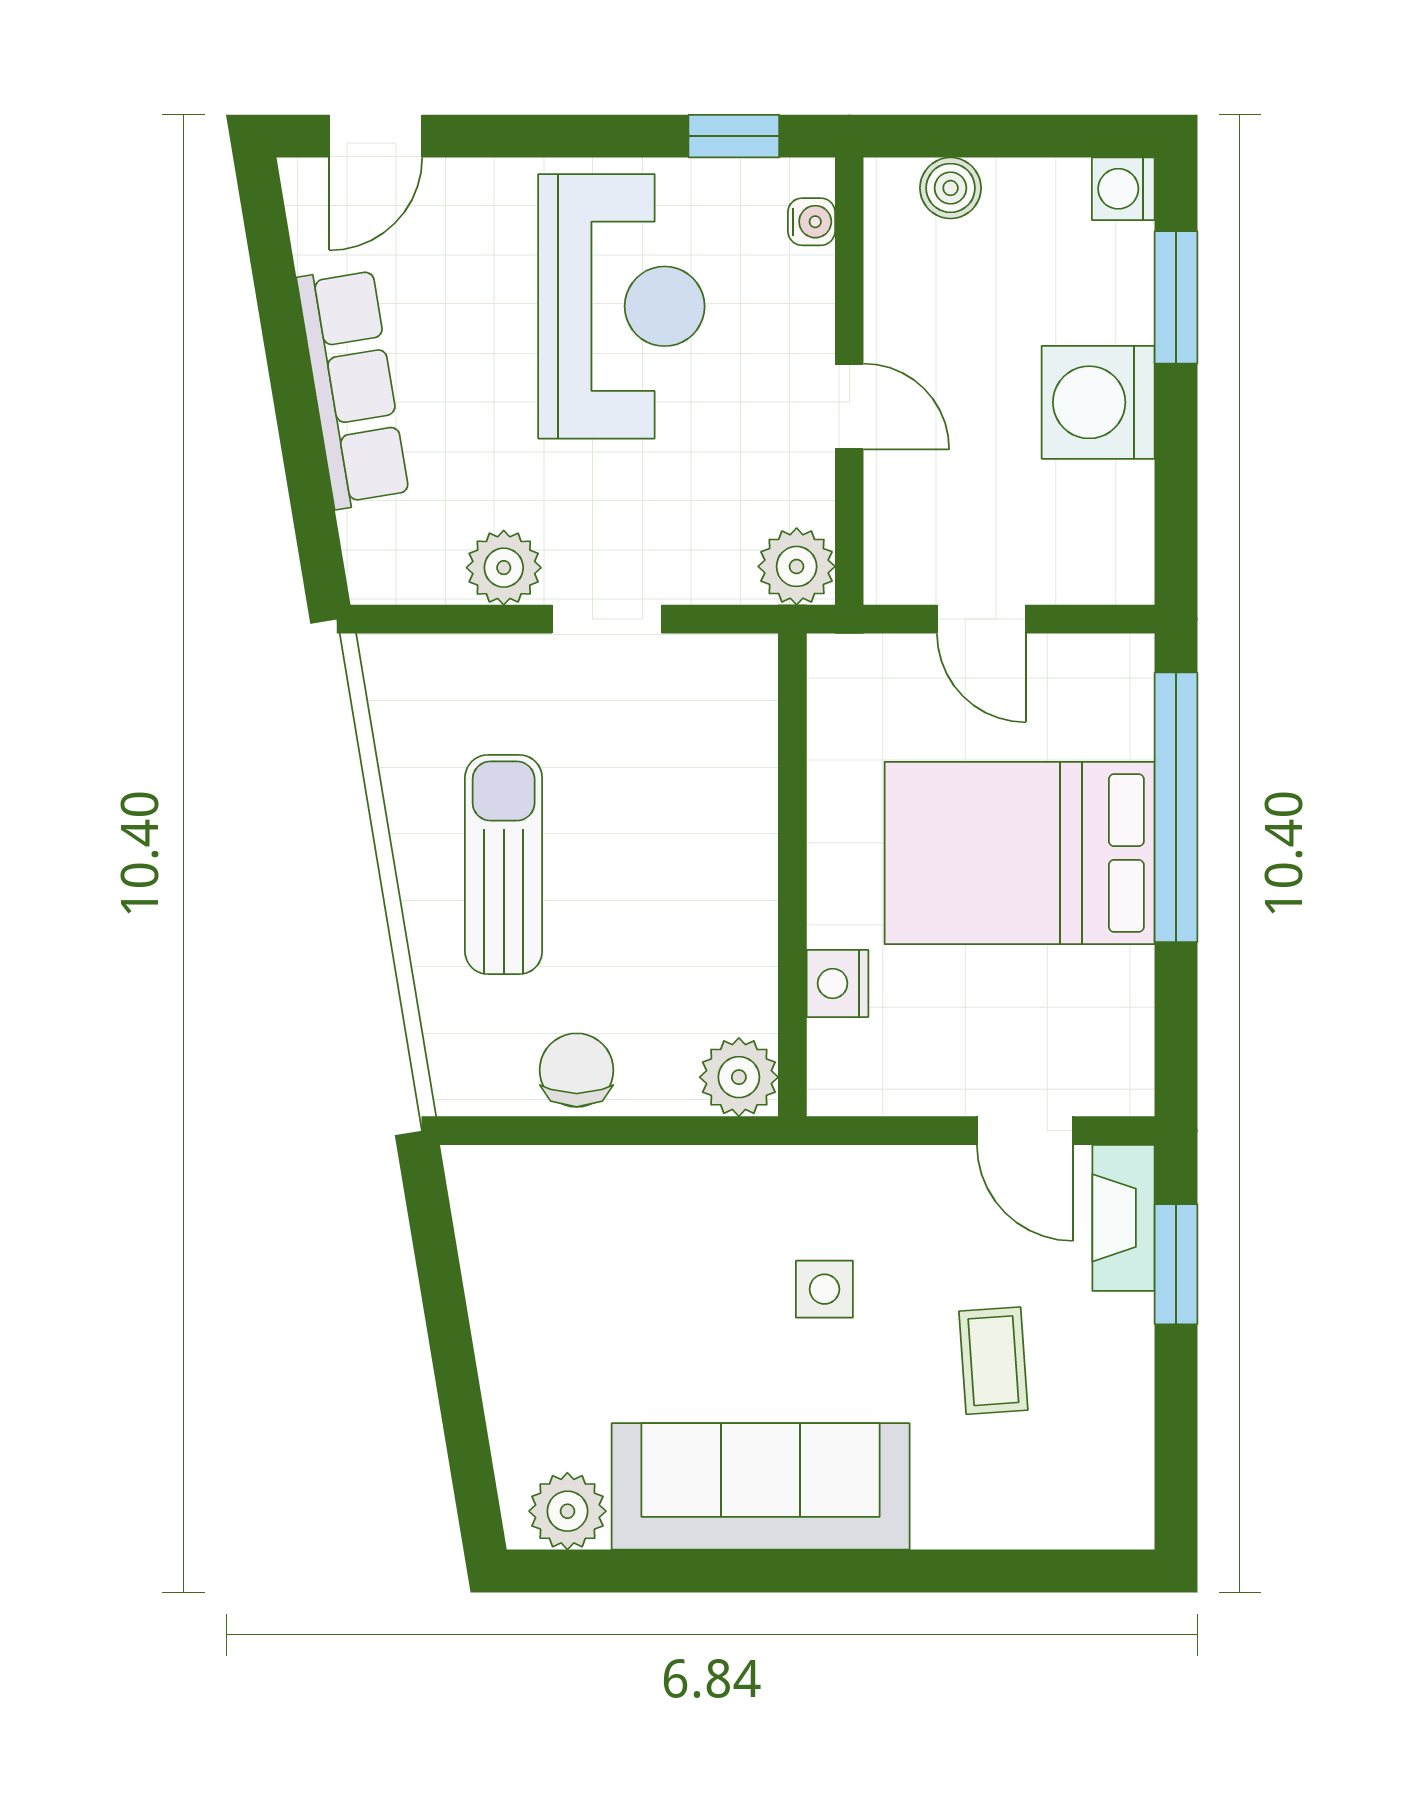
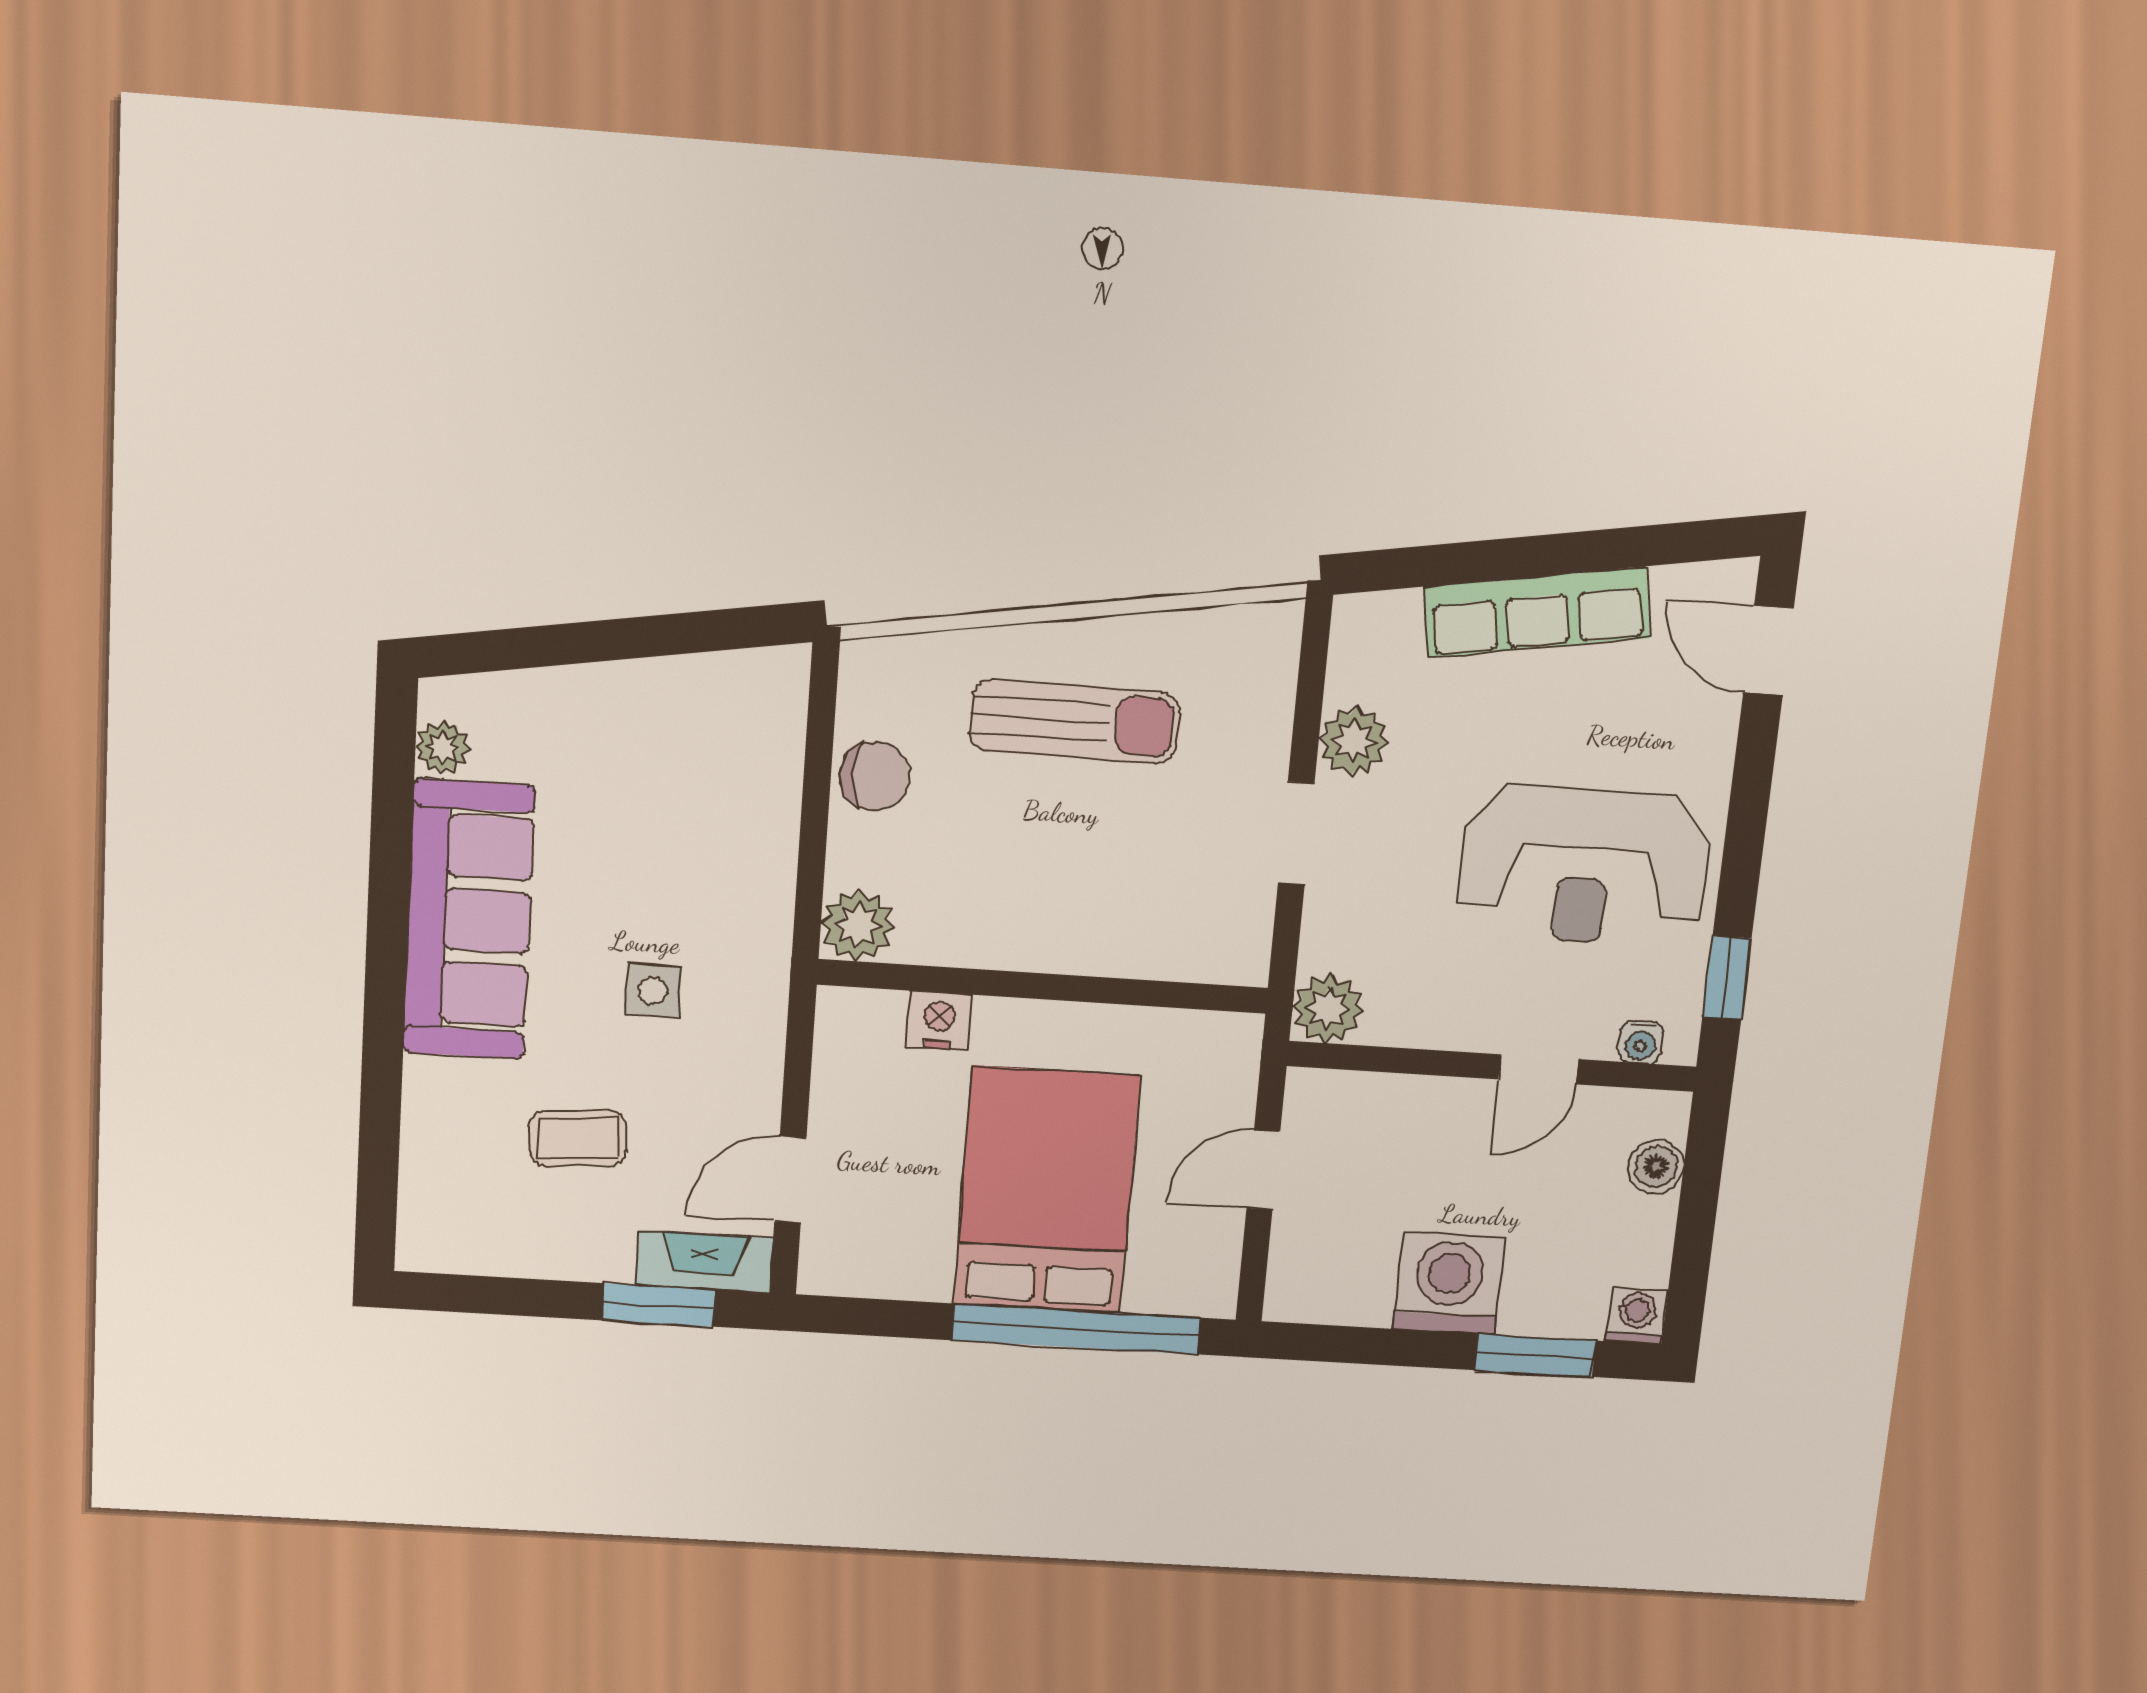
door: (849, 406) -> (1539, 1069), moved
plant: (567, 1511) -> (442, 747), width x0.73, depth x0.73

